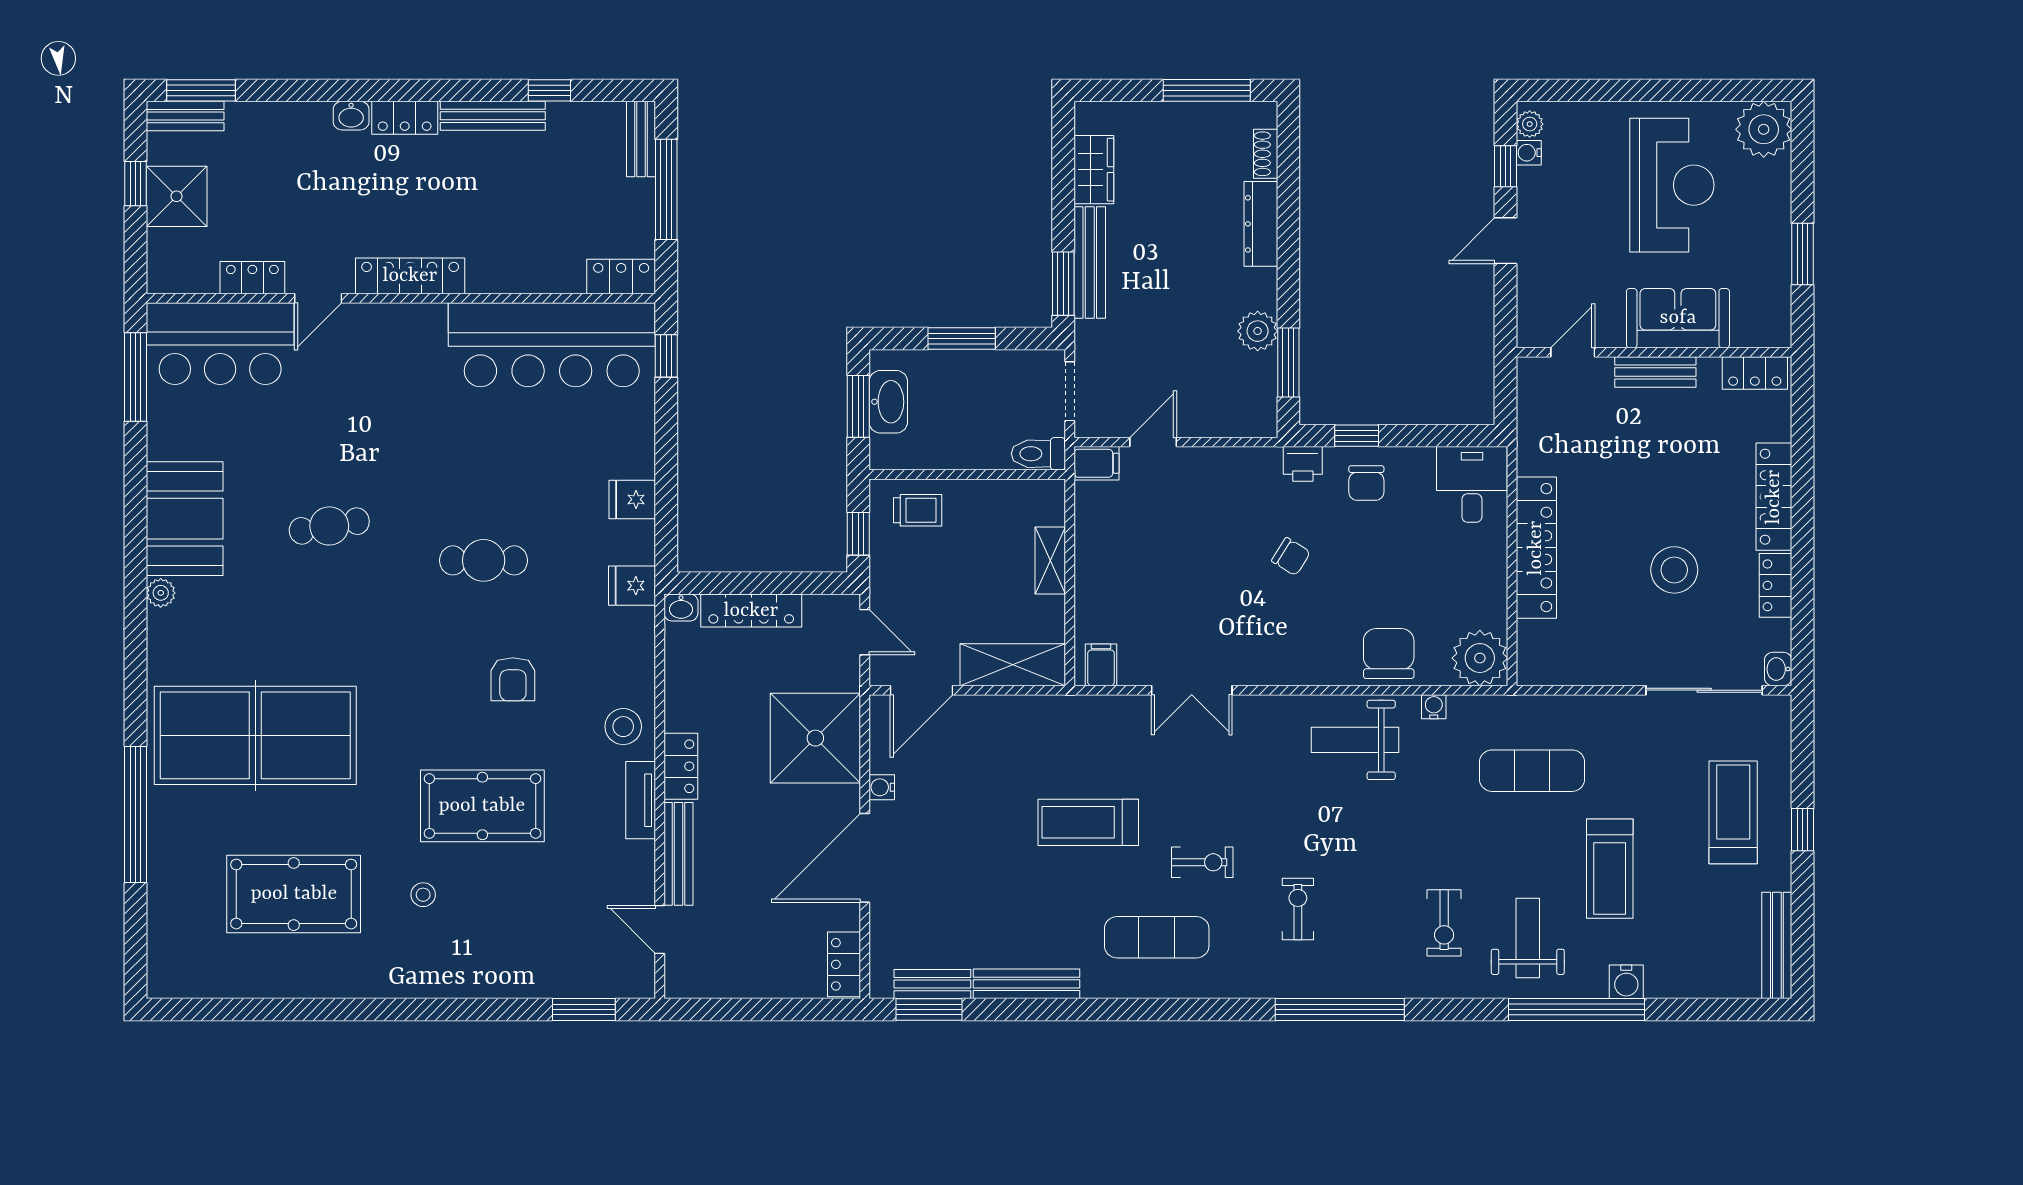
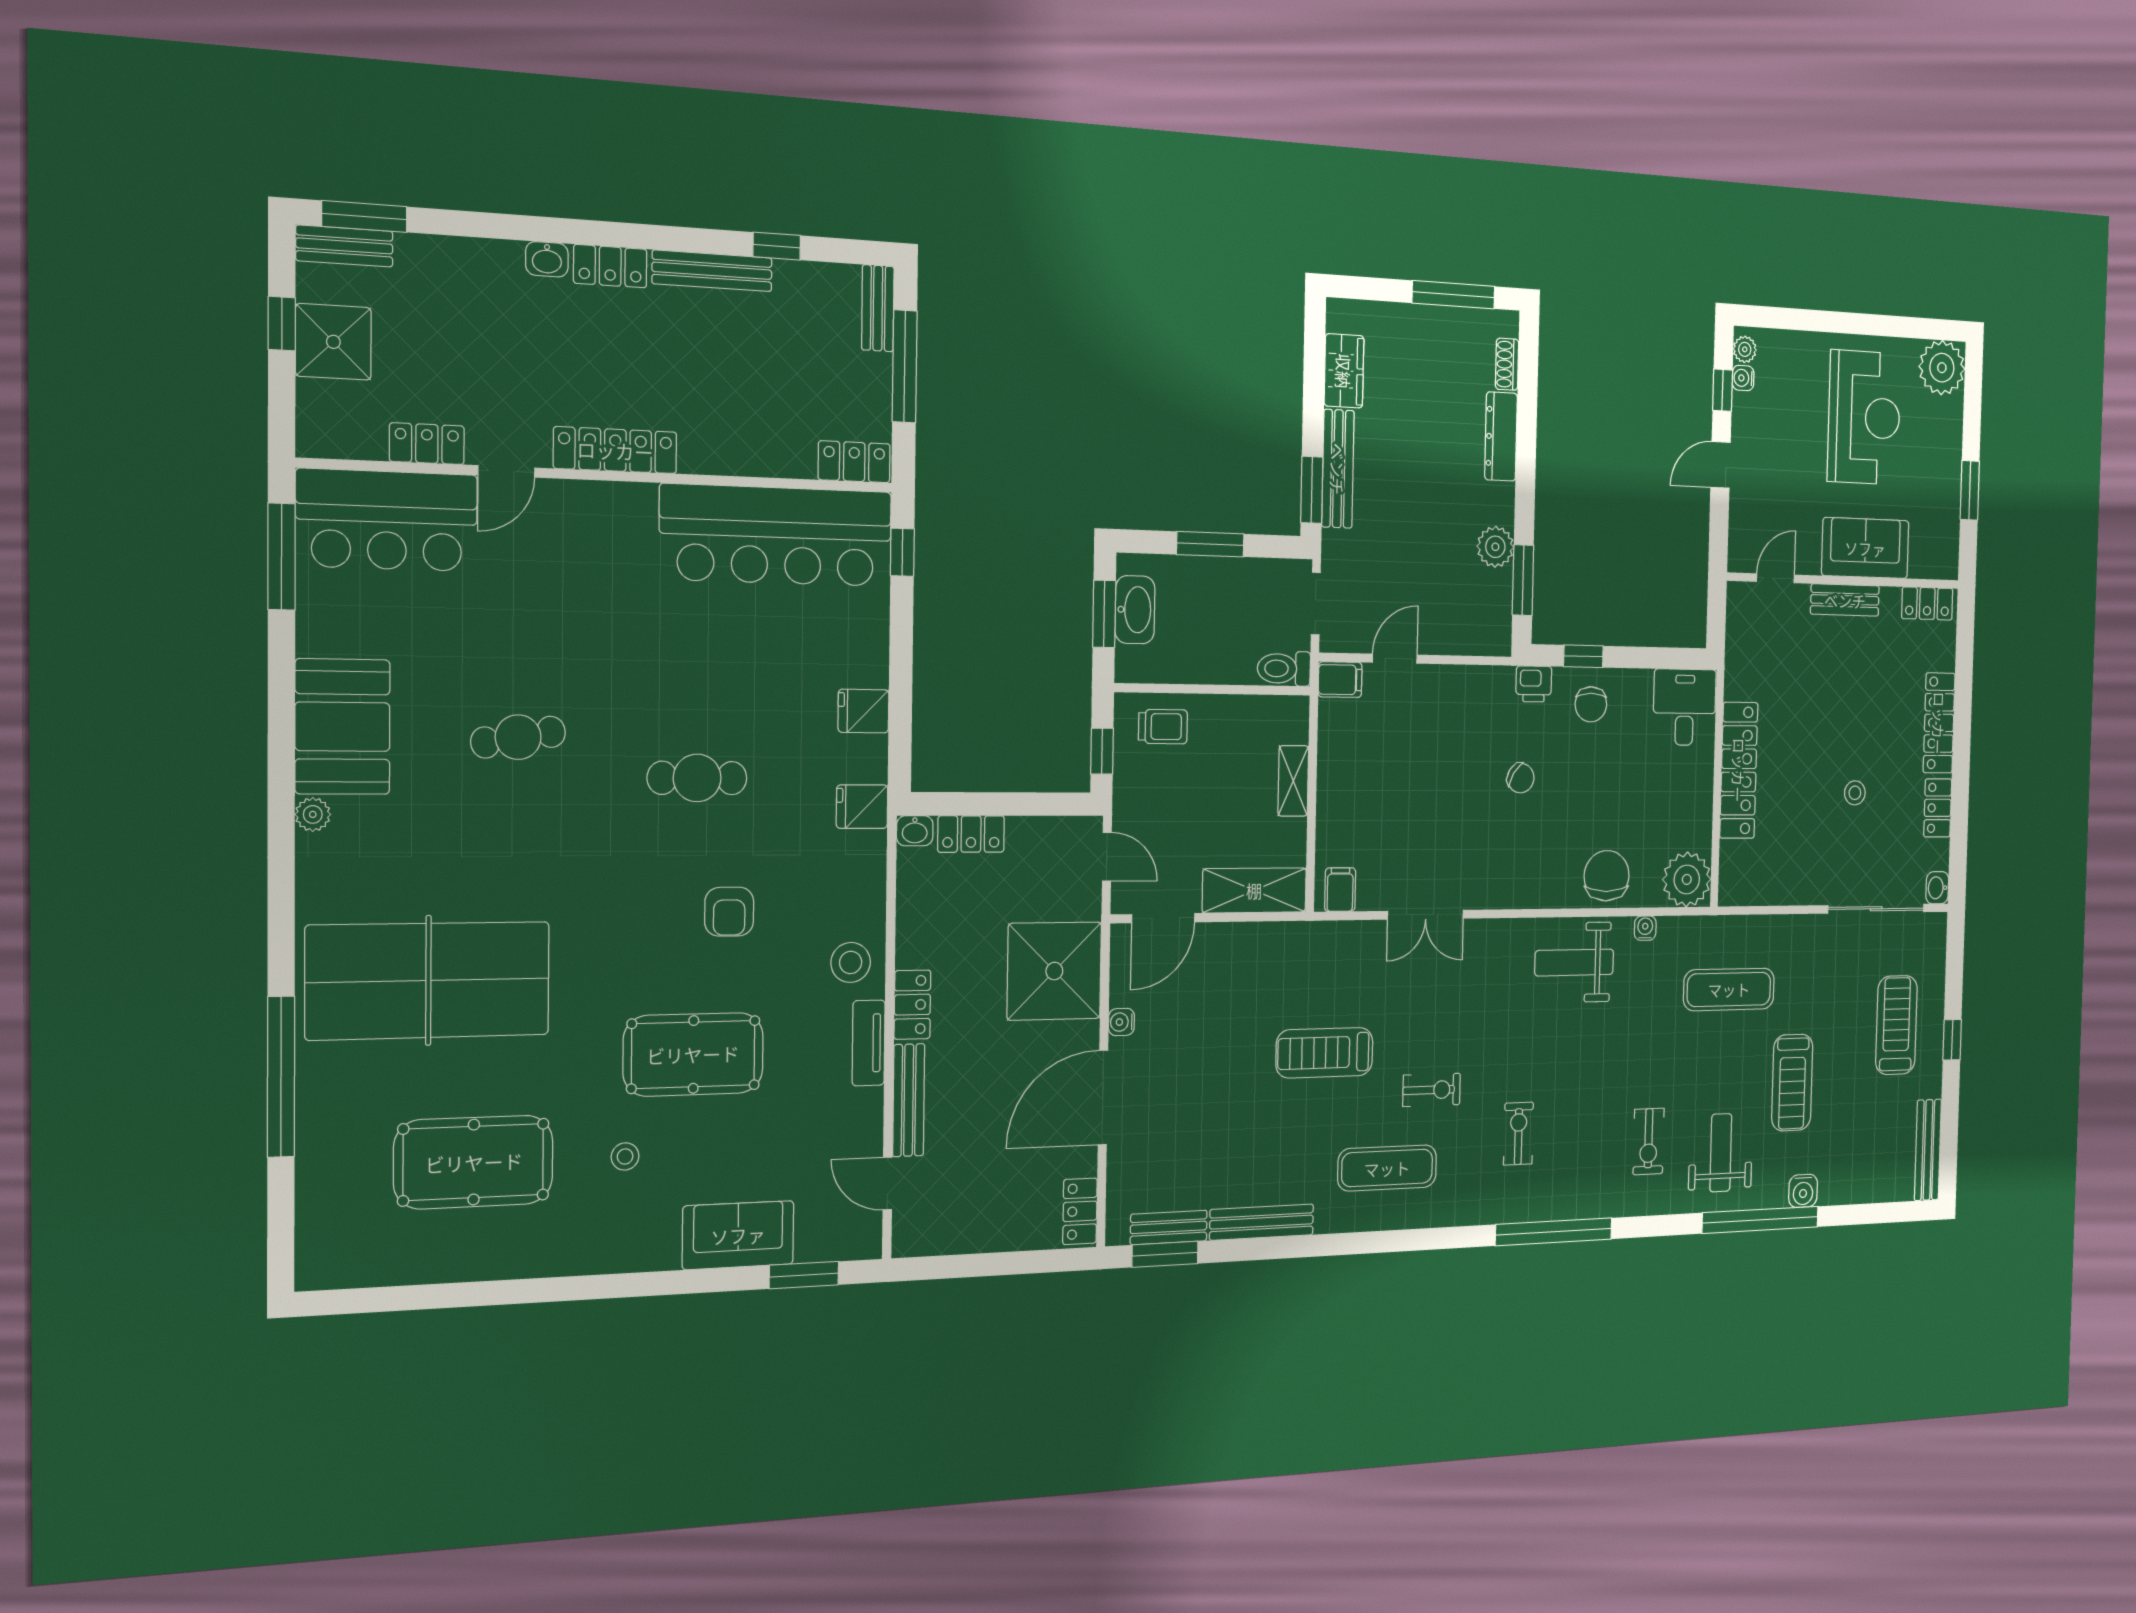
stool: (1674, 570) -> (1855, 793), width x0.53, depth x0.53
locker: (751, 611) -> (971, 834), width x0.66
sofa: (524, 970) -> (738, 1235), added

